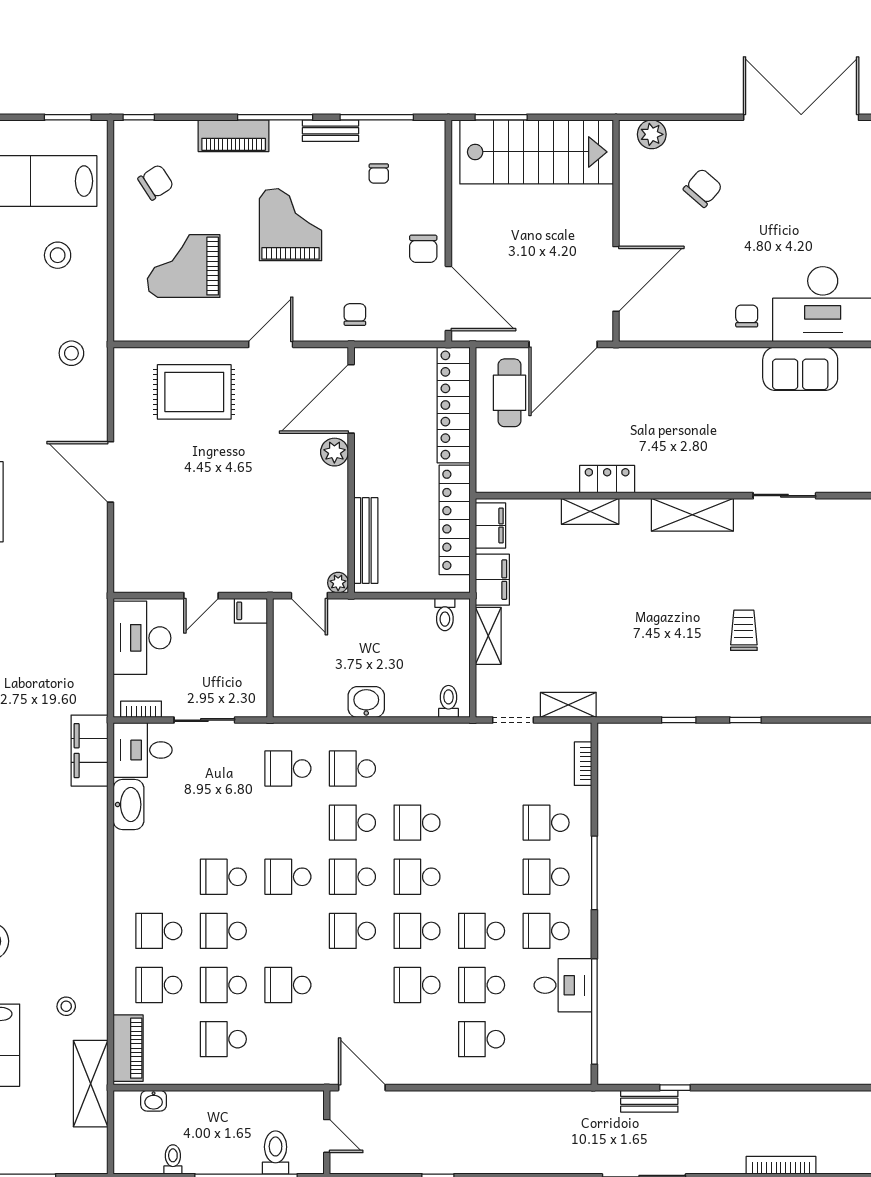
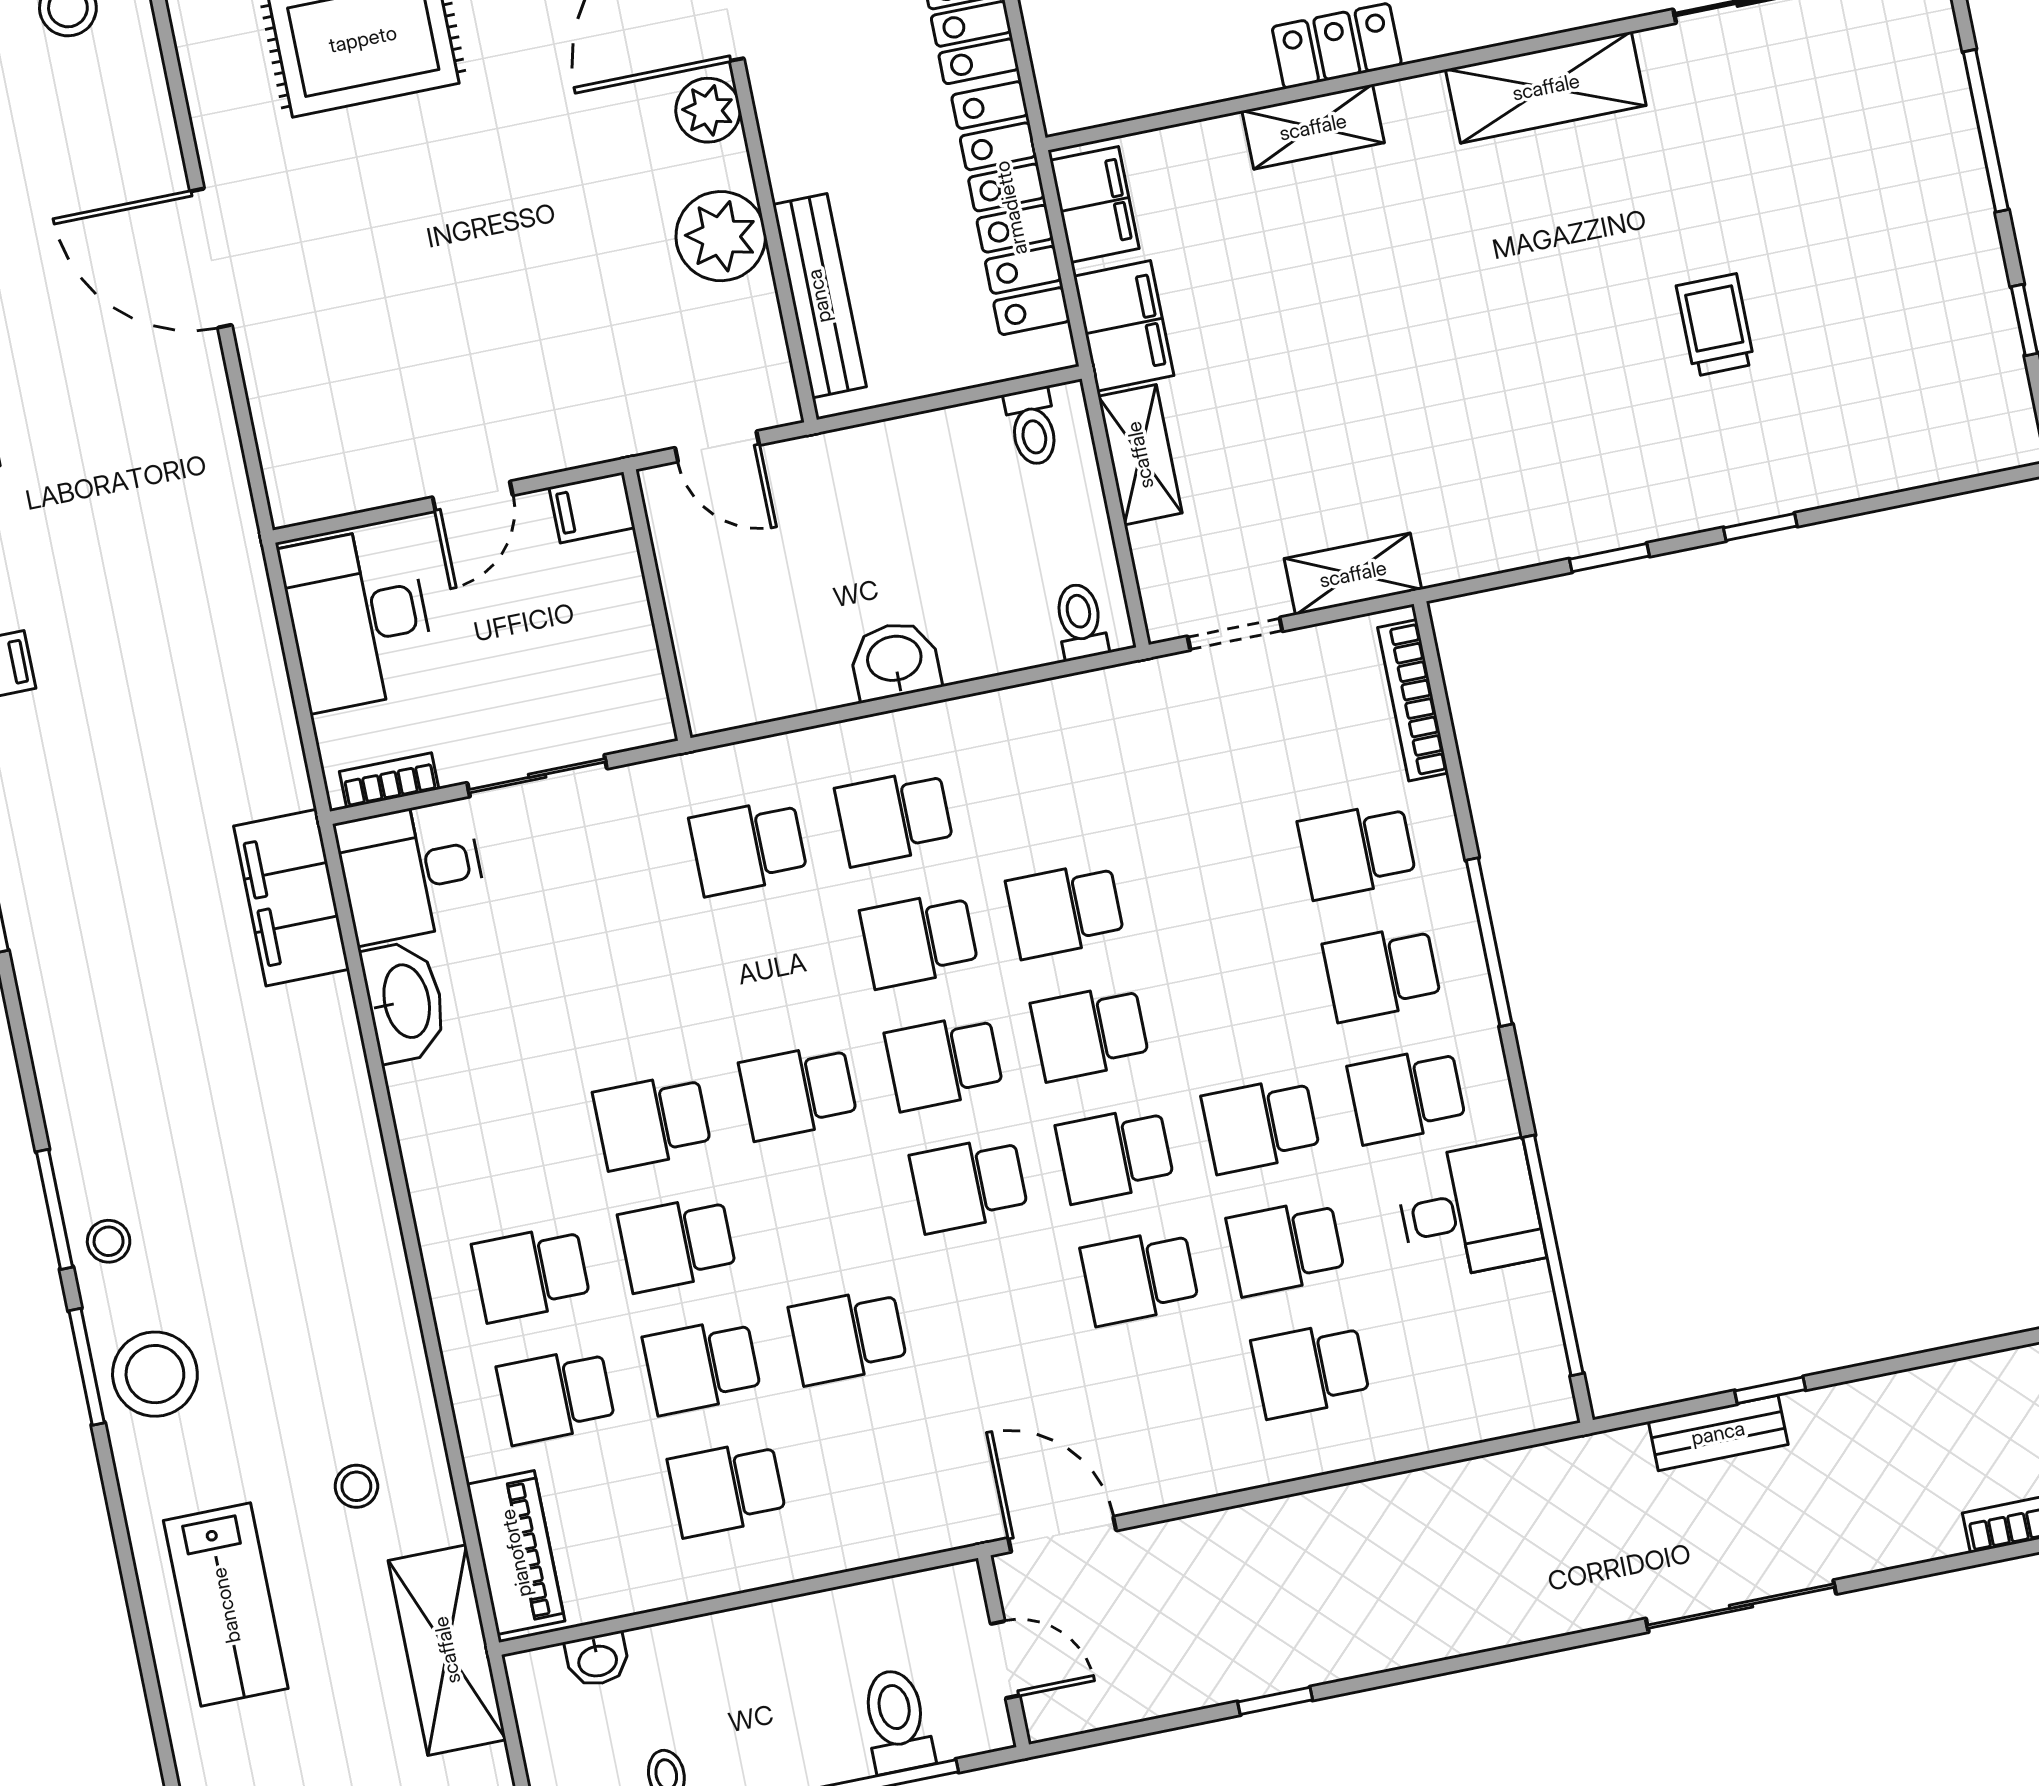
plant: (338, 583) -> (721, 236), moved, width x1.88, depth x1.88
bookcase: (583, 764) -> (1413, 700), width x1.56

